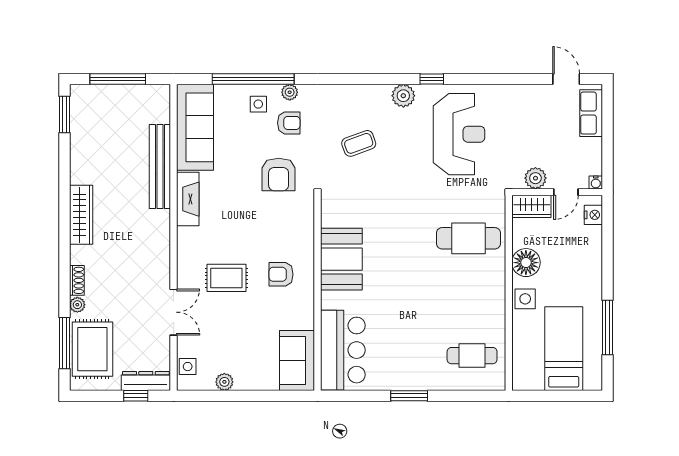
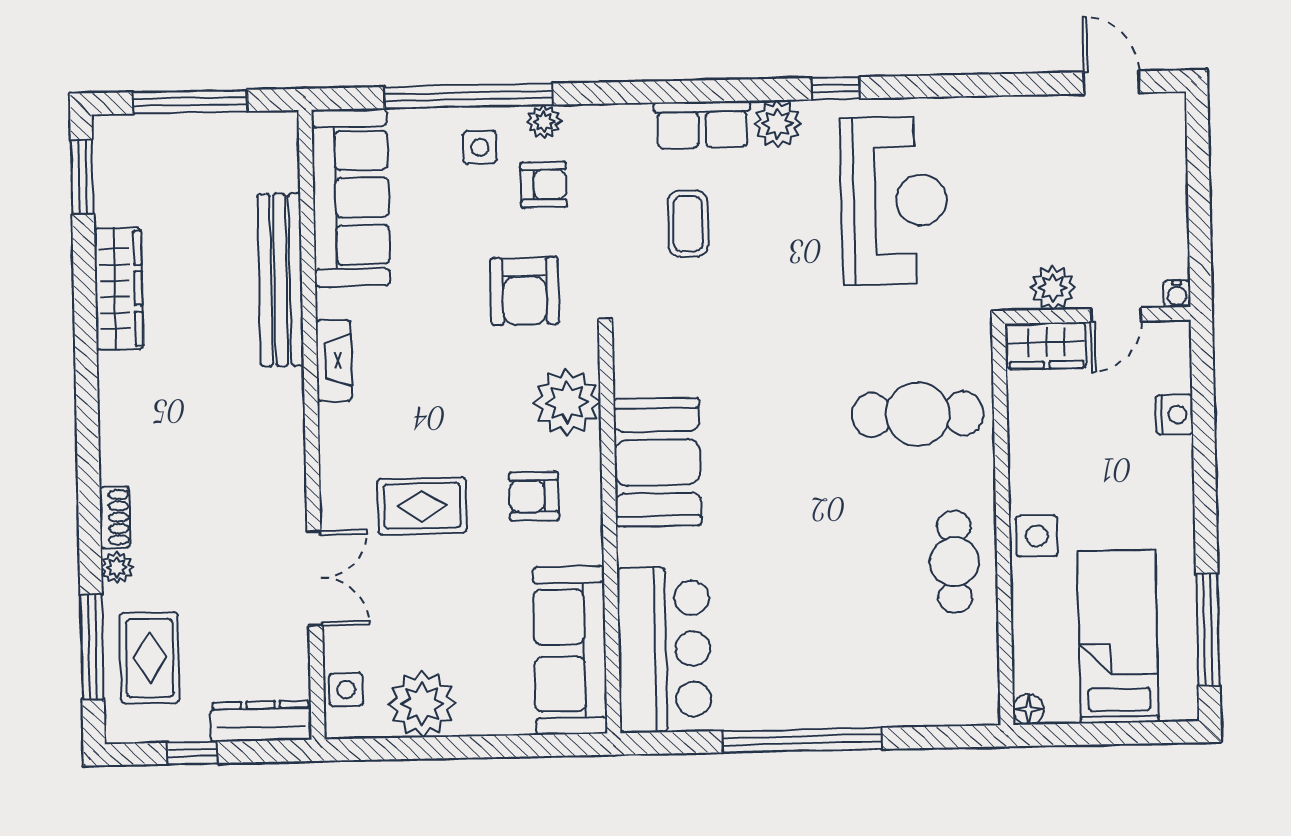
row of seats: (591, 113) -> (702, 125), moved, turned -90
coffee table: (359, 143) -> (688, 224), turned -70
fireplace: (188, 199) -> (334, 360), width x0.73, depth x0.76
wardrobe: (81, 215) -> (119, 289), moved
nightstand: (593, 215) -> (1174, 414), moved
plant: (298, 229) -> (567, 402), added
floor lamp: (526, 263) -> (1028, 709), moved, width x0.53, depth x0.53
window: (607, 328) -> (1208, 630), moved
rug: (92, 349) -> (150, 658), width x0.73, depth x0.70
cafe table: (472, 356) -> (954, 562), moved, turned 90
sofa: (297, 361) -> (570, 650), width x1.36
plant: (224, 382) -> (422, 704), width x1.88, depth x1.88
window: (136, 396) -> (192, 753), moved
window: (409, 396) -> (802, 740), width x2.11

